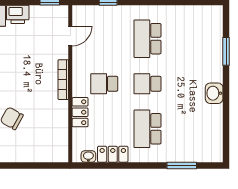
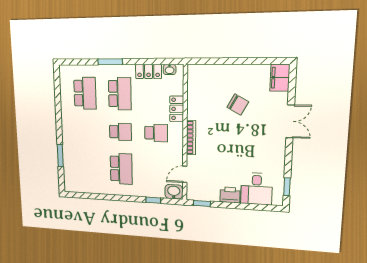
washbasin: (214, 93) -> (174, 192), moved, turned -90
school desk: (191, 129) -> (85, 93), added
window: (182, 165) -> (110, 62), moved

